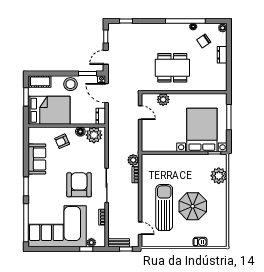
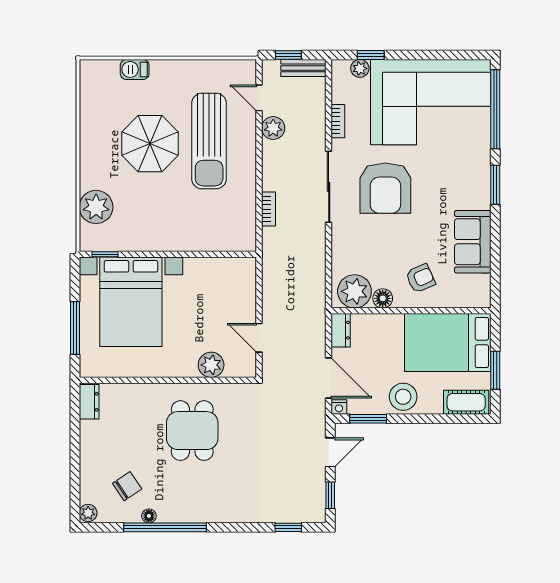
dresser: (222, 55) -> (89, 402), moved
dining table: (172, 68) -> (192, 431), width x0.73
plant: (133, 160) -> (273, 128), moved

